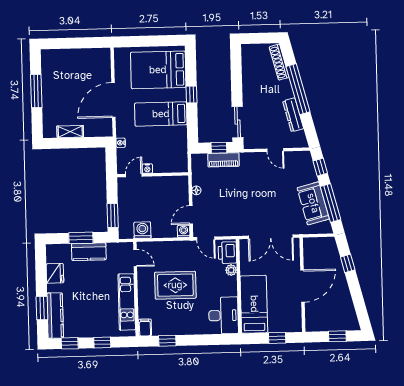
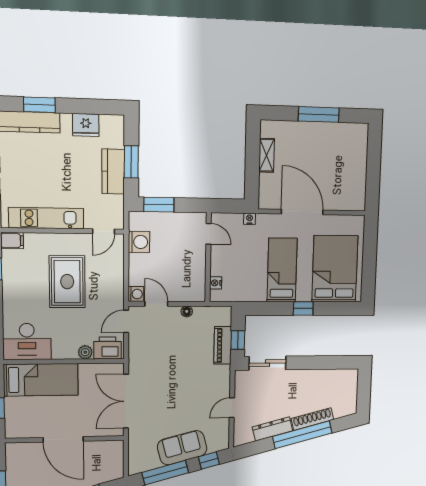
shoe rack: (279, 62) -> (312, 419), moved
nightstand: (147, 169) -> (216, 283), moved
sofa: (313, 203) -> (182, 448), moved

